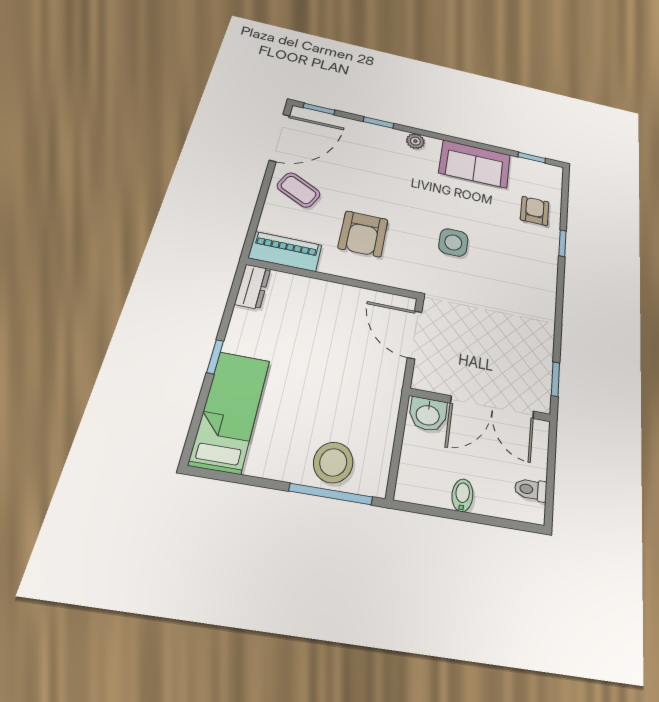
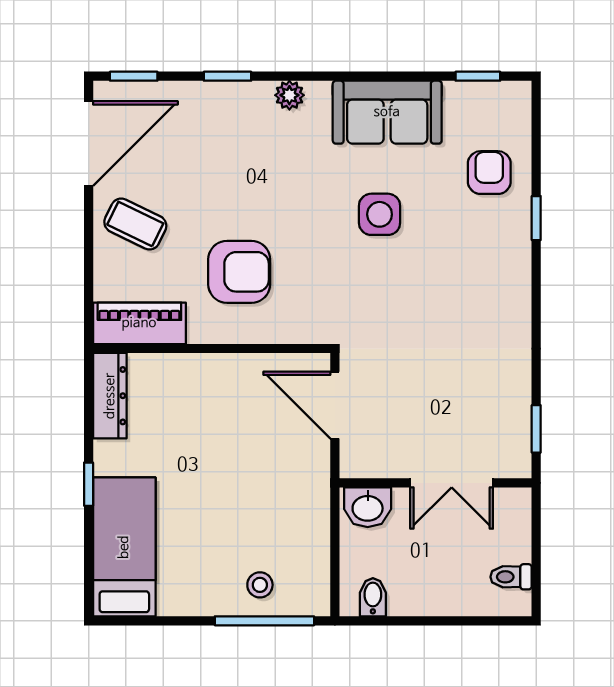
armchair: (363, 234) -> (239, 272), turned -90
side table: (453, 242) -> (380, 214), moved
dresser: (253, 287) -> (110, 396), width x1.44
double door: (492, 407) -> (452, 483), width x0.73
stool: (333, 462) -> (260, 585), width x0.53, depth x0.53
bidet: (462, 495) -> (373, 597), moved

